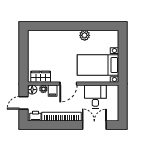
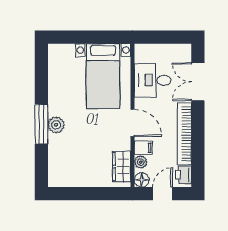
window: (68, 26) -> (41, 124), added
plant: (85, 35) -> (56, 125), moved
door: (23, 103) -> (163, 194), swing flipped

